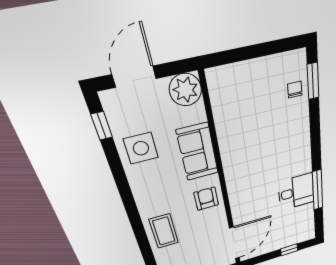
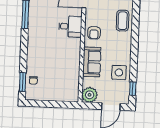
desk: (296, 192) -> (70, 26), moved, turned 180

